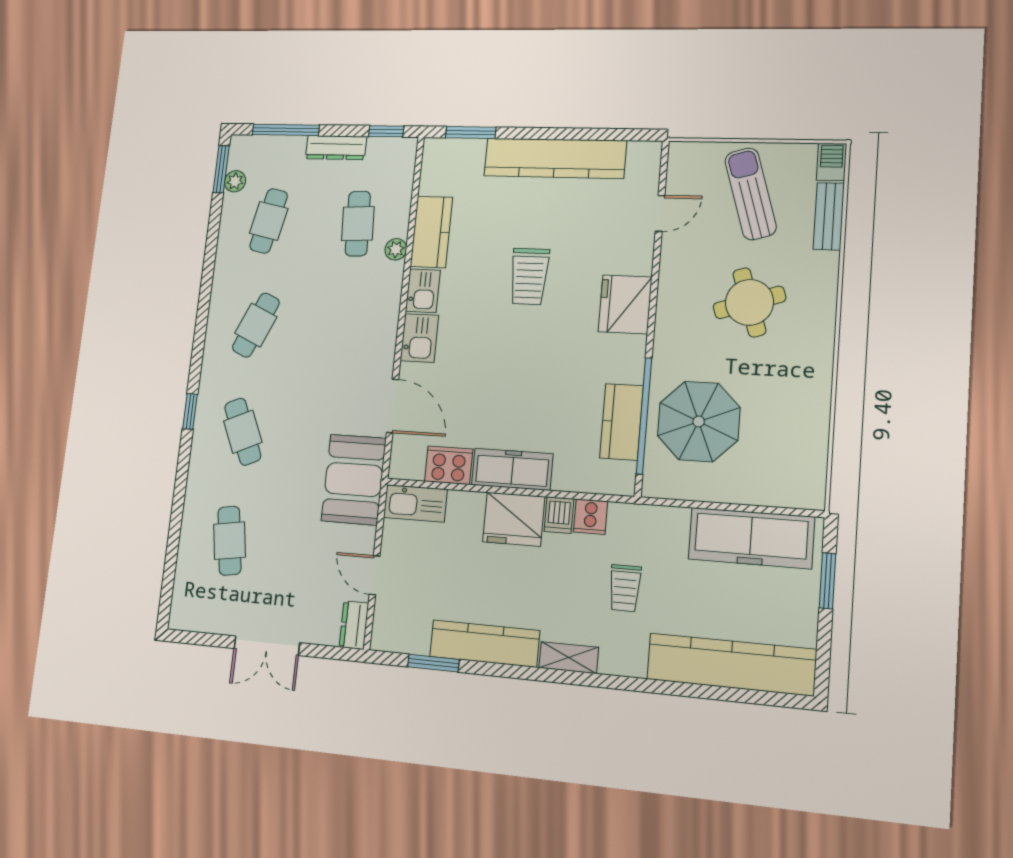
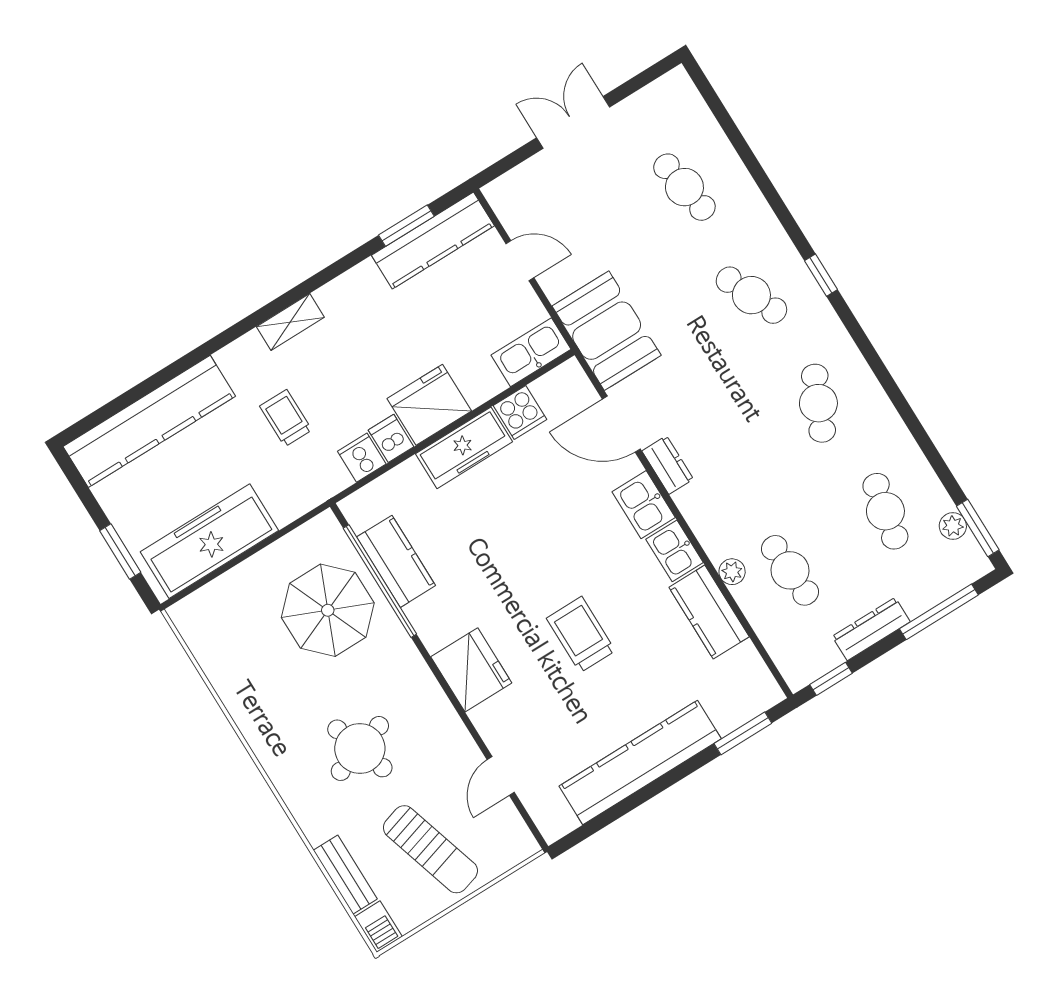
cooker: (449, 465) -> (520, 412), width x0.73
dresser: (354, 625) -> (668, 465), moved
kitchen counter: (484, 644) -> (433, 241), moved

